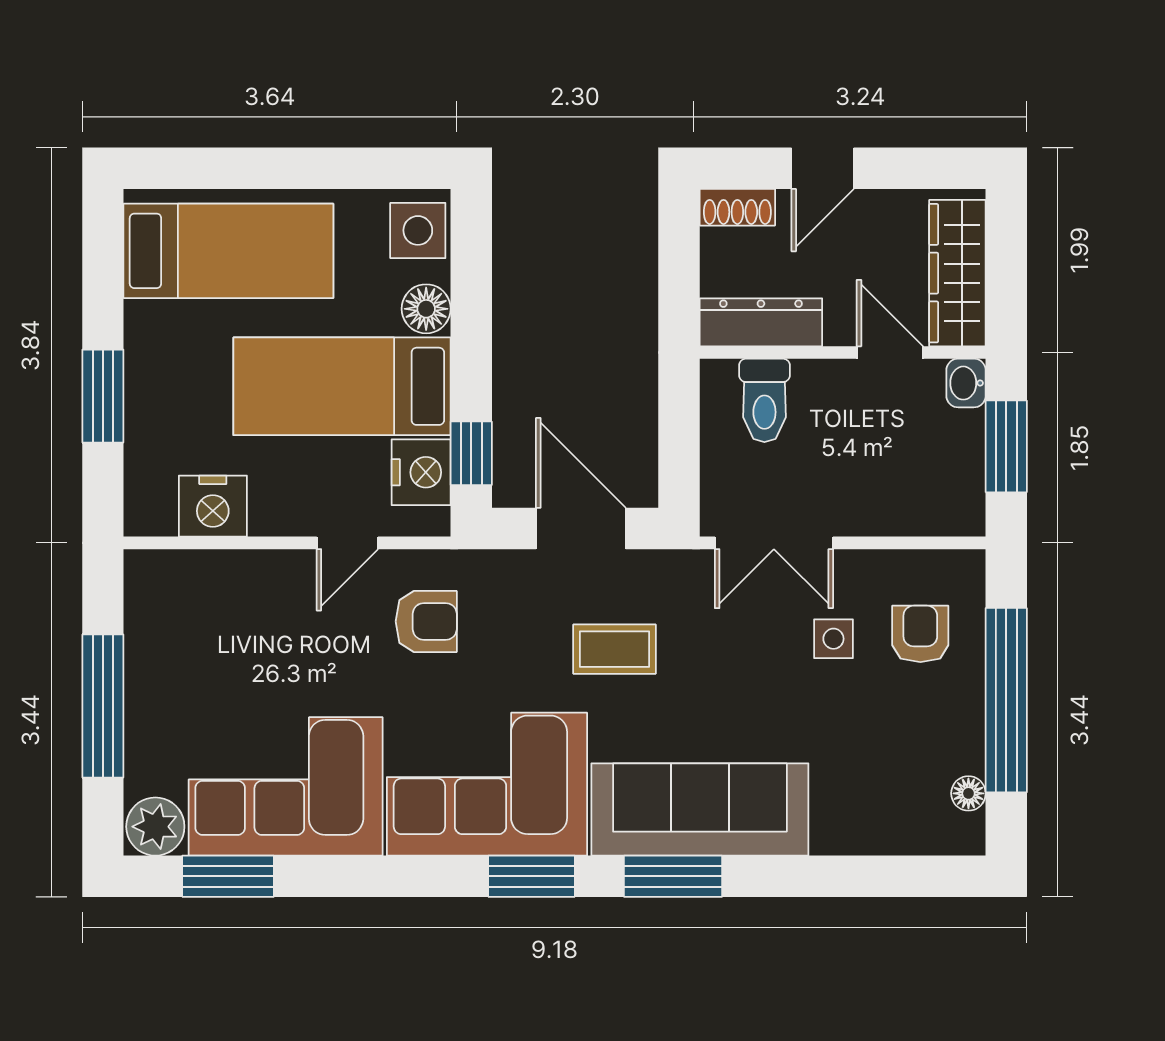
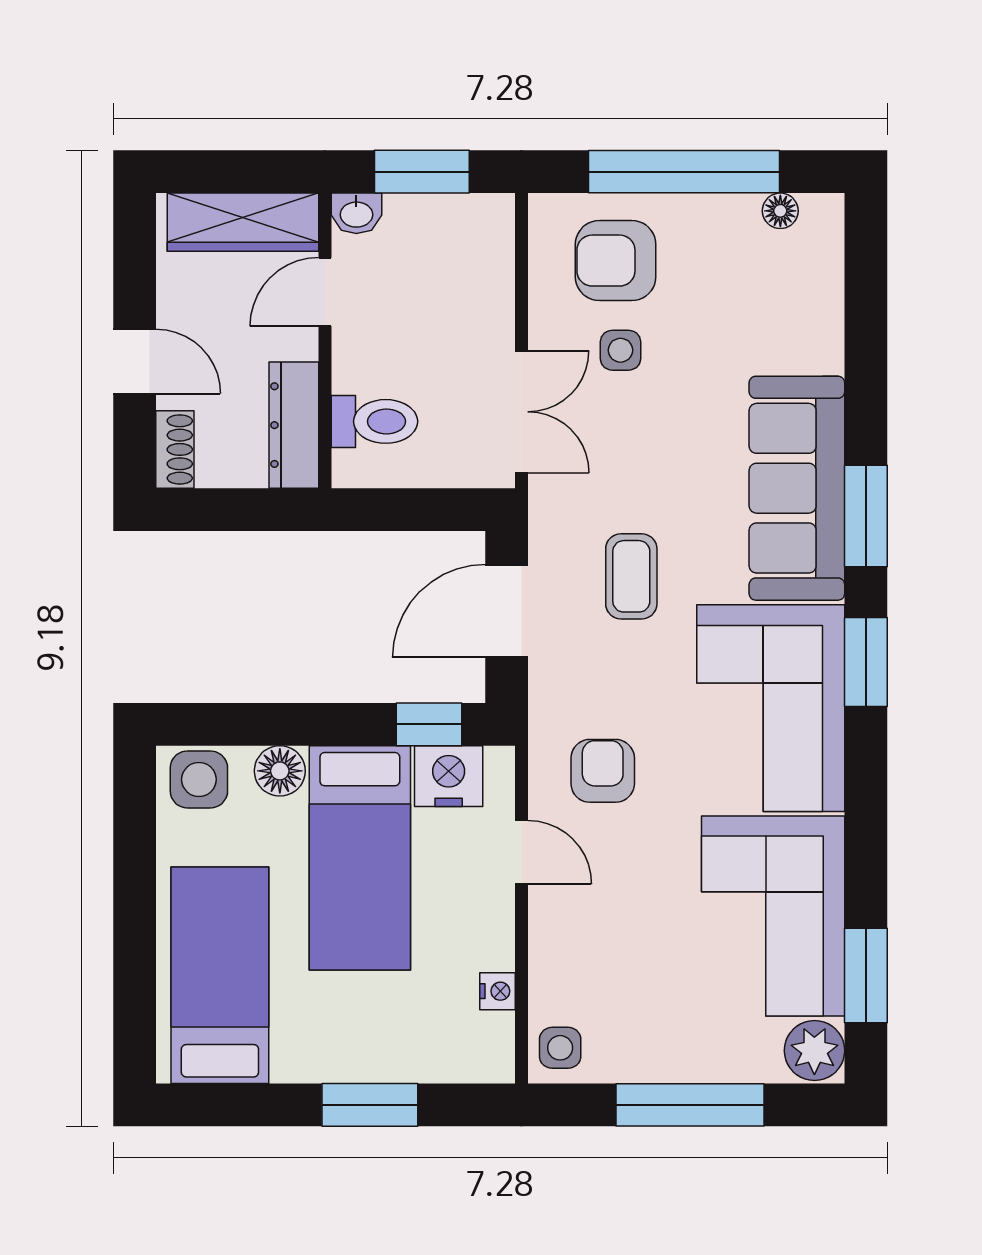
nightstand: (213, 506) -> (498, 991), width x0.53, depth x0.56
side table: (158, 580) -> (560, 1048), added
armchair: (920, 634) -> (616, 261), width x1.38, depth x1.38

